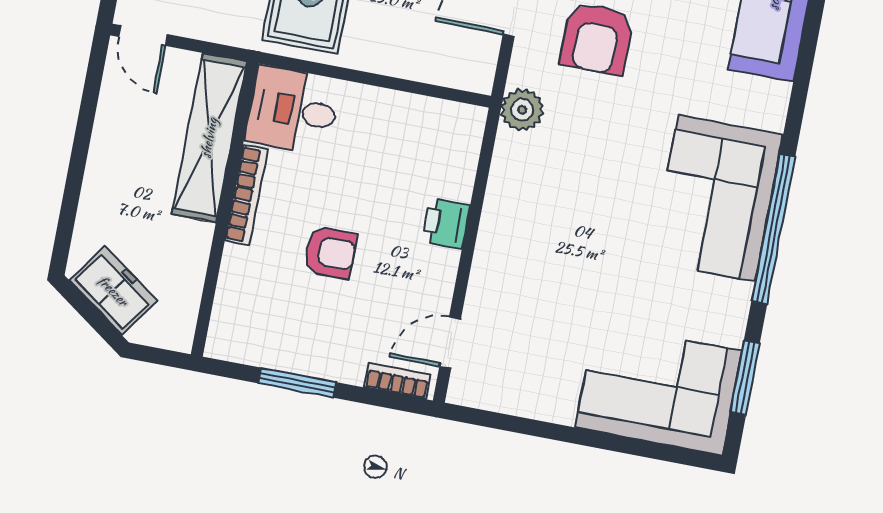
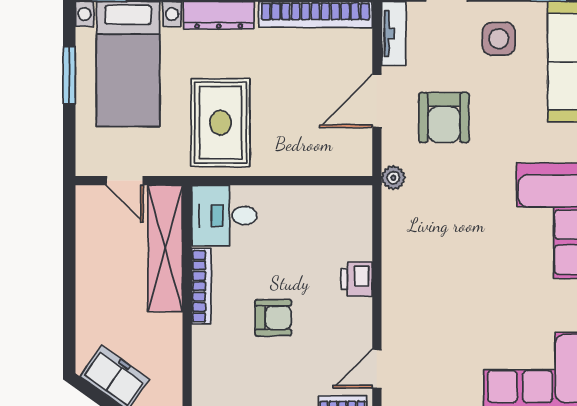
door: (143, 36) -> (125, 181), moved
plant: (522, 110) -> (393, 178), width x0.73, depth x0.73

